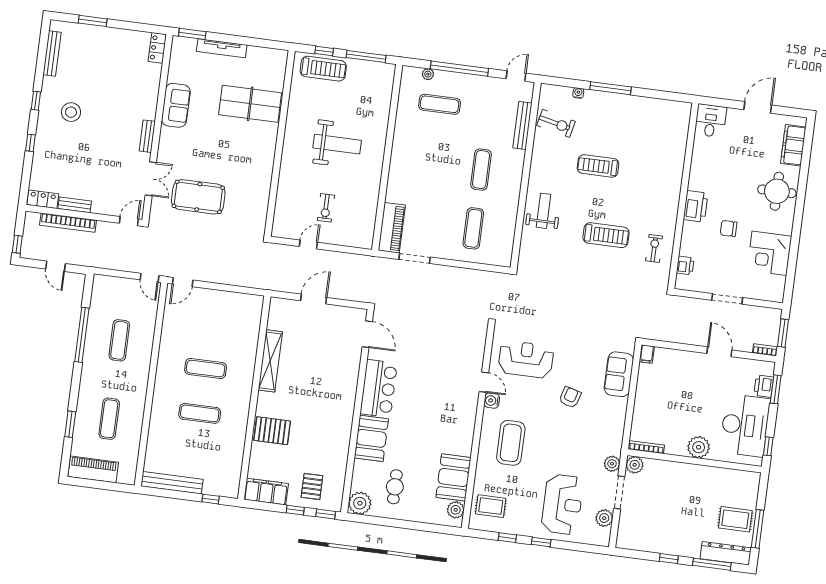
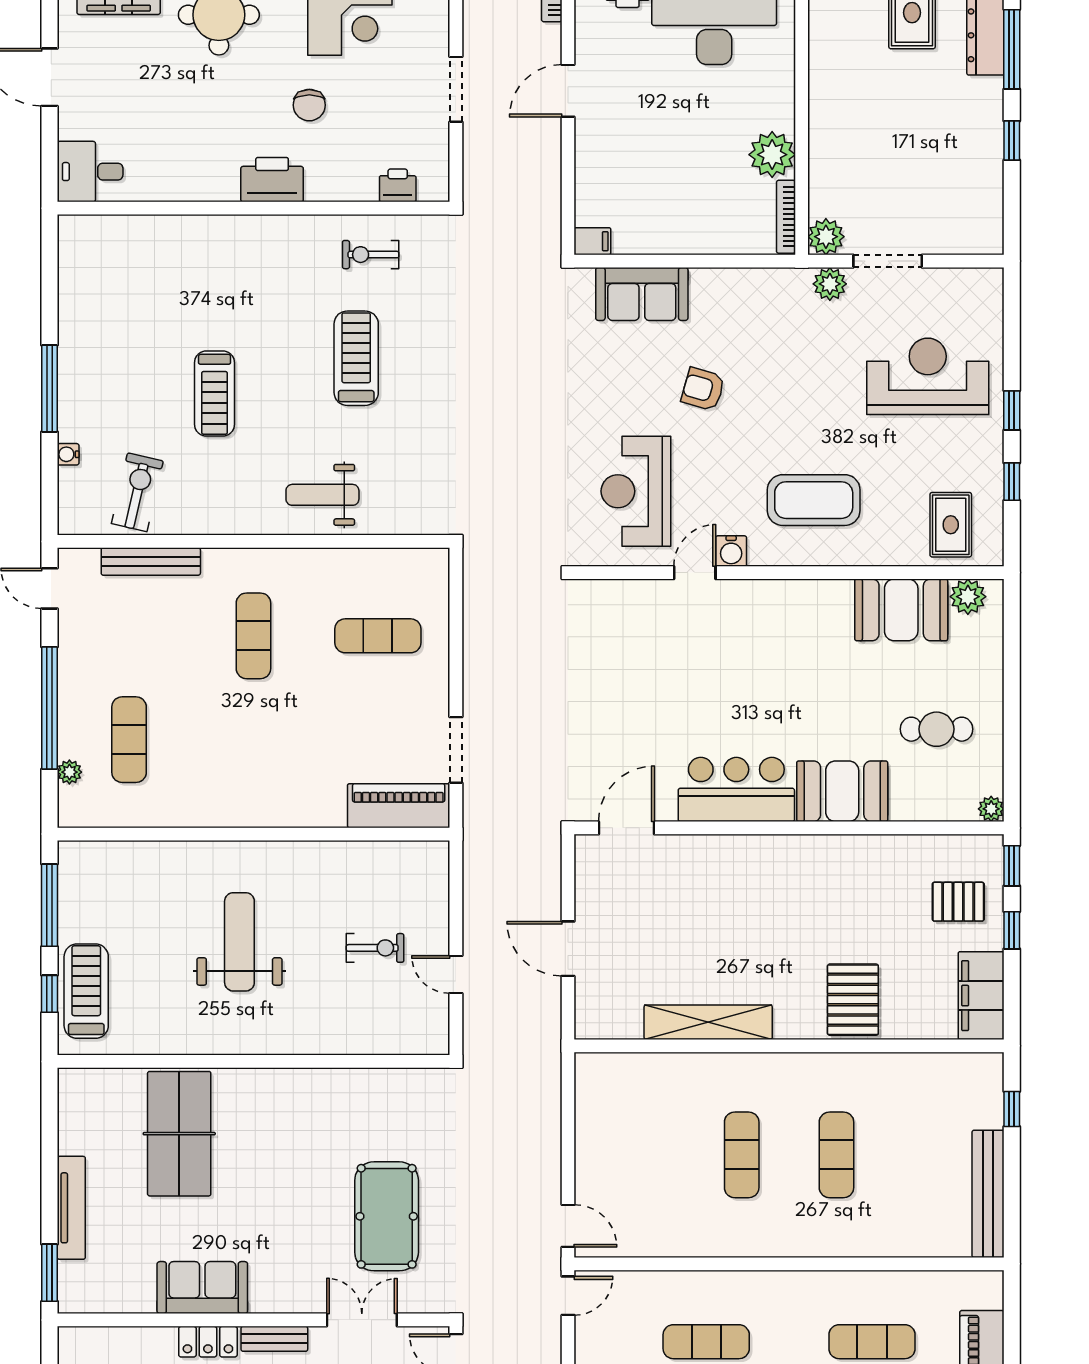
locker: (157, 48) -> (208, 1342), moved
exercise mat: (481, 170) -> (253, 636), turned 90
plant: (699, 447) -> (772, 155), moved
plant: (360, 503) -> (991, 809), width x0.53, depth x0.53
plant: (604, 518) -> (945, 285), removed

